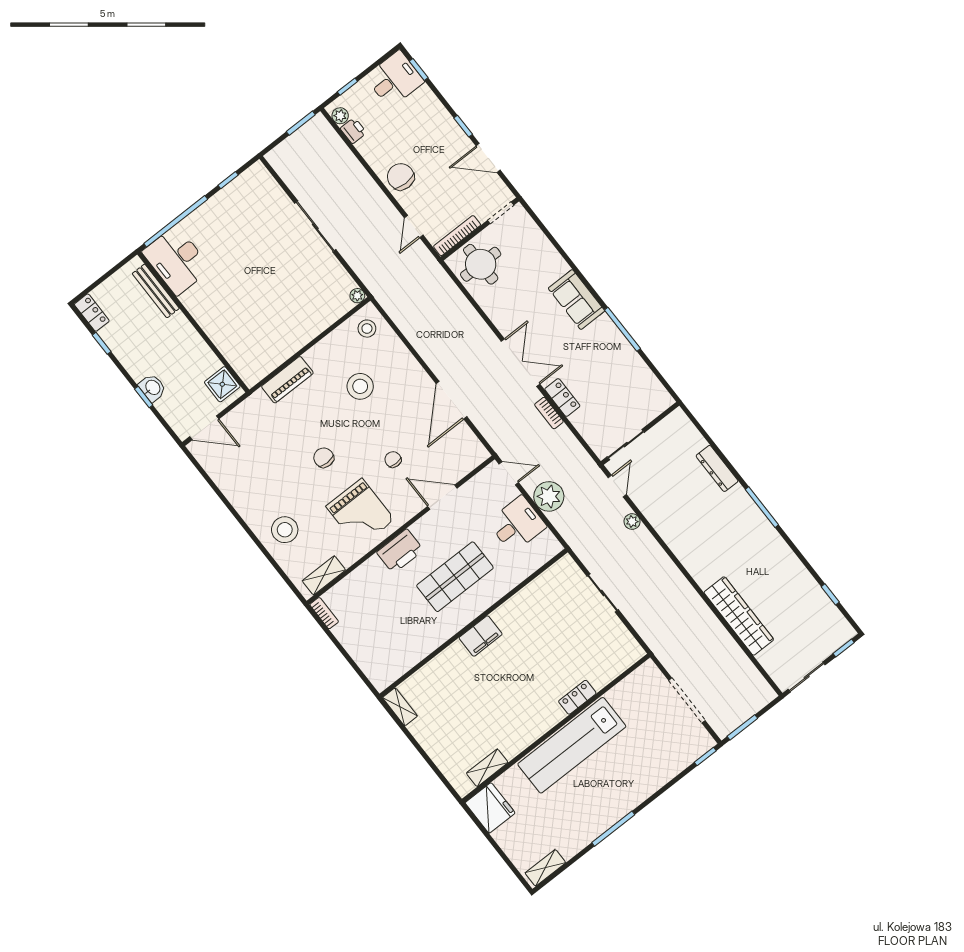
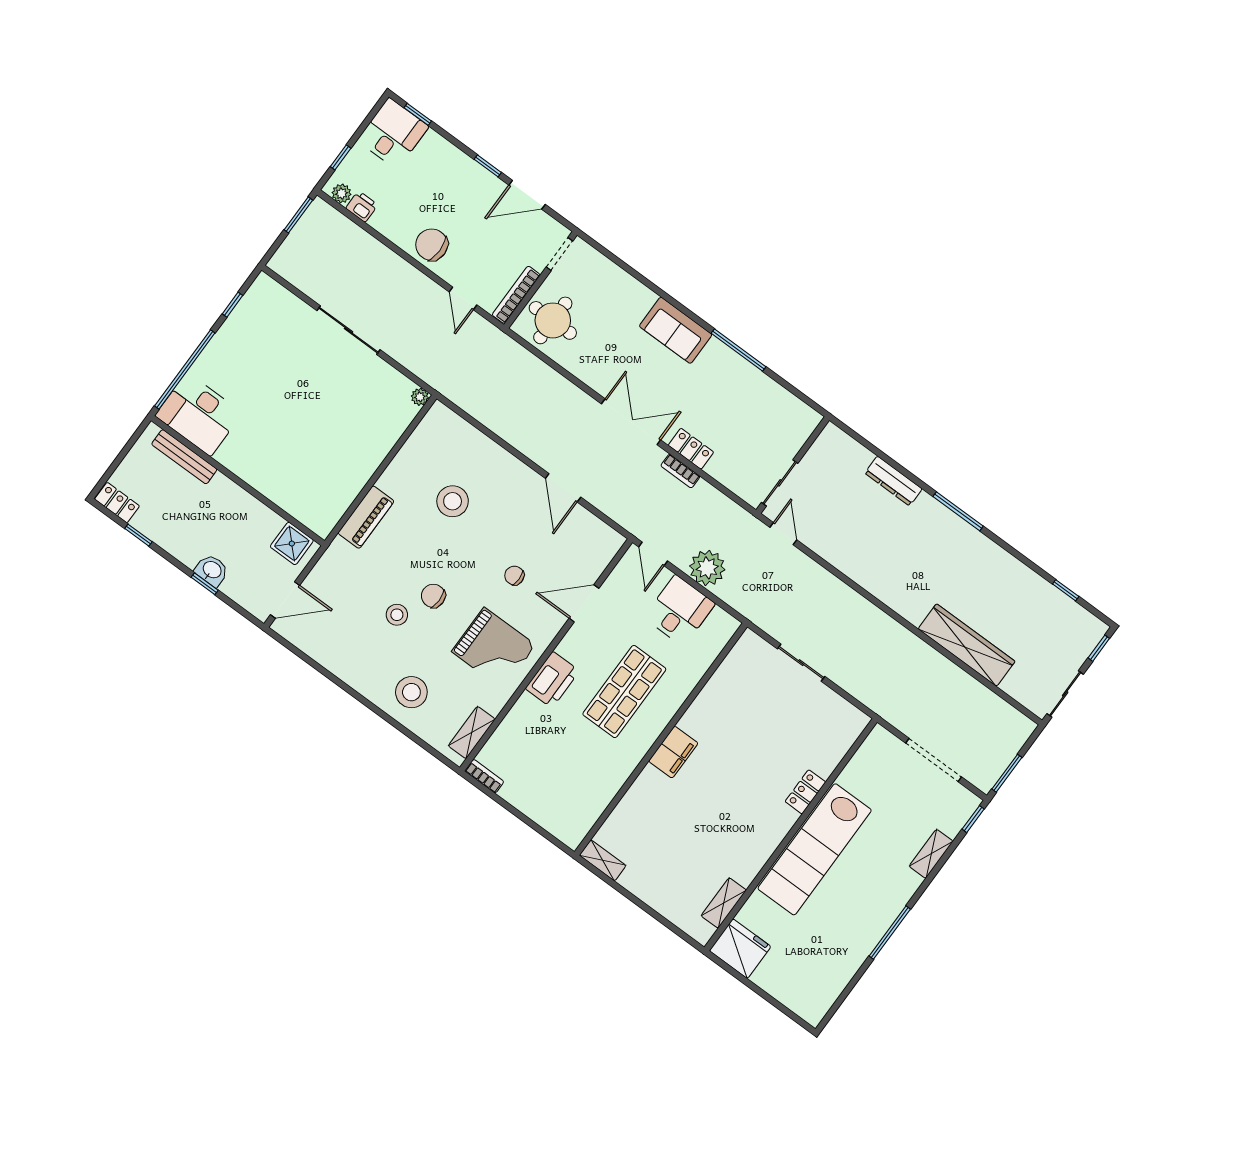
stool: (367, 329) -> (397, 615), moved
door: (451, 400) -> (563, 488), width x0.73
door: (509, 473) -> (653, 554), swing flipped
plant: (632, 522) -> (812, 570), removed
shelving: (545, 868) -> (931, 854), moved

